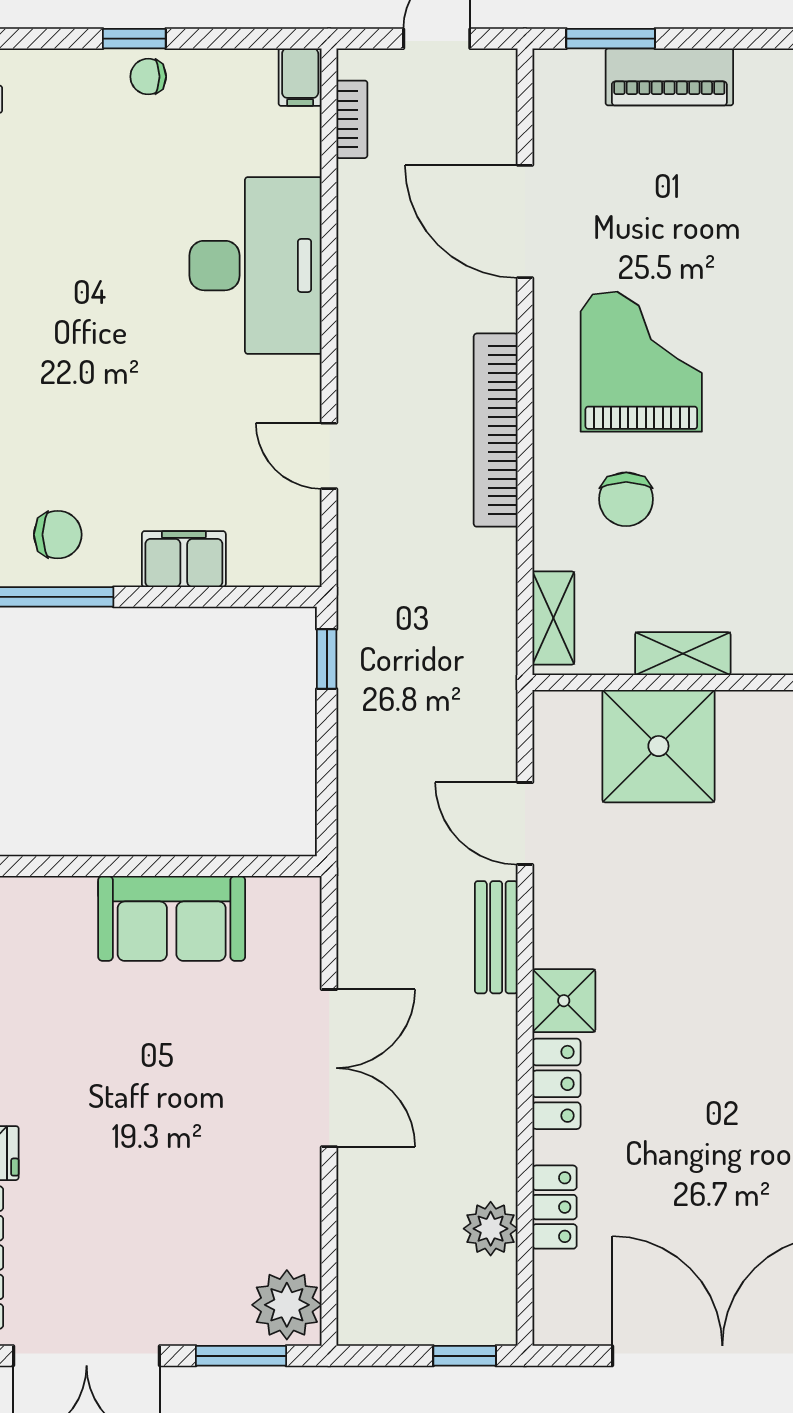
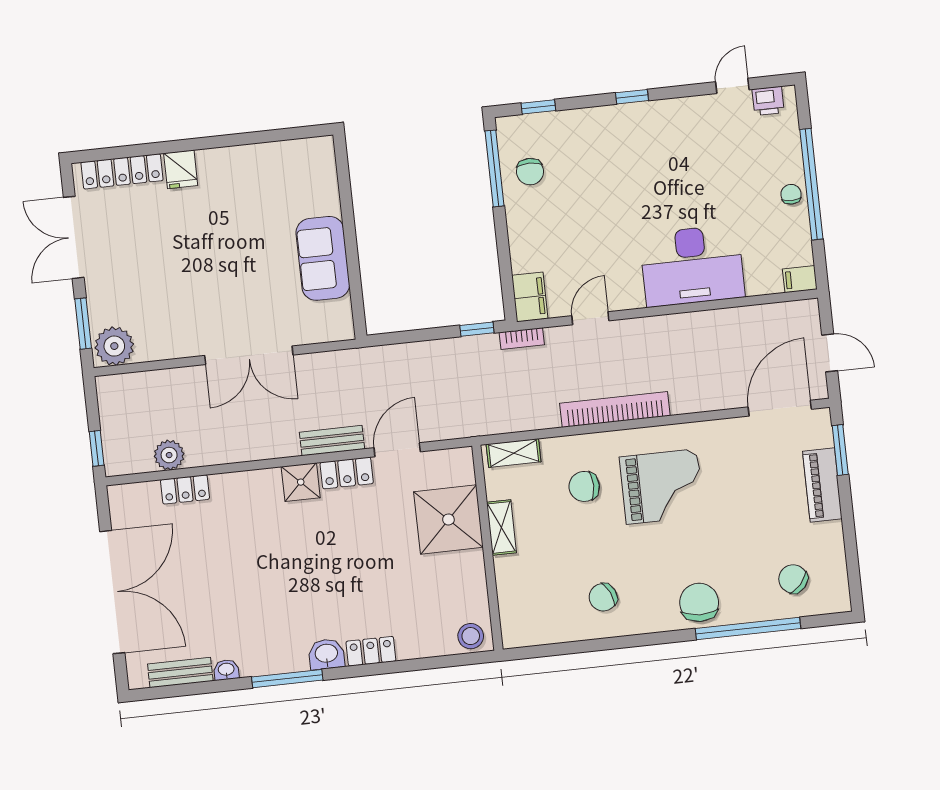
window: (134, 39) -> (811, 184), width x3.17
bookcase: (352, 119) -> (522, 339), moved
door: (525, 222) -> (780, 408), moved
filing cabinet: (184, 559) -> (530, 297), moved
locker: (556, 1084) -> (347, 473), moved

